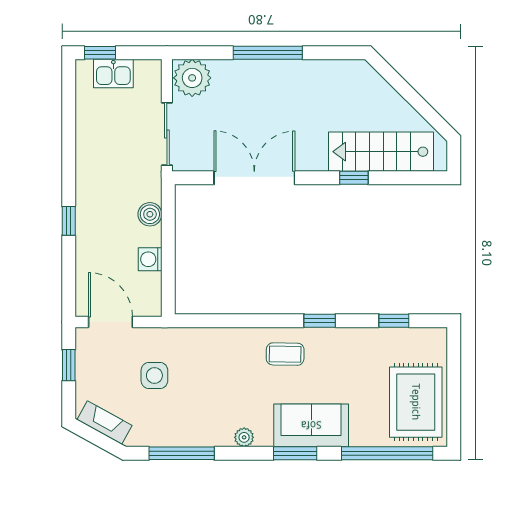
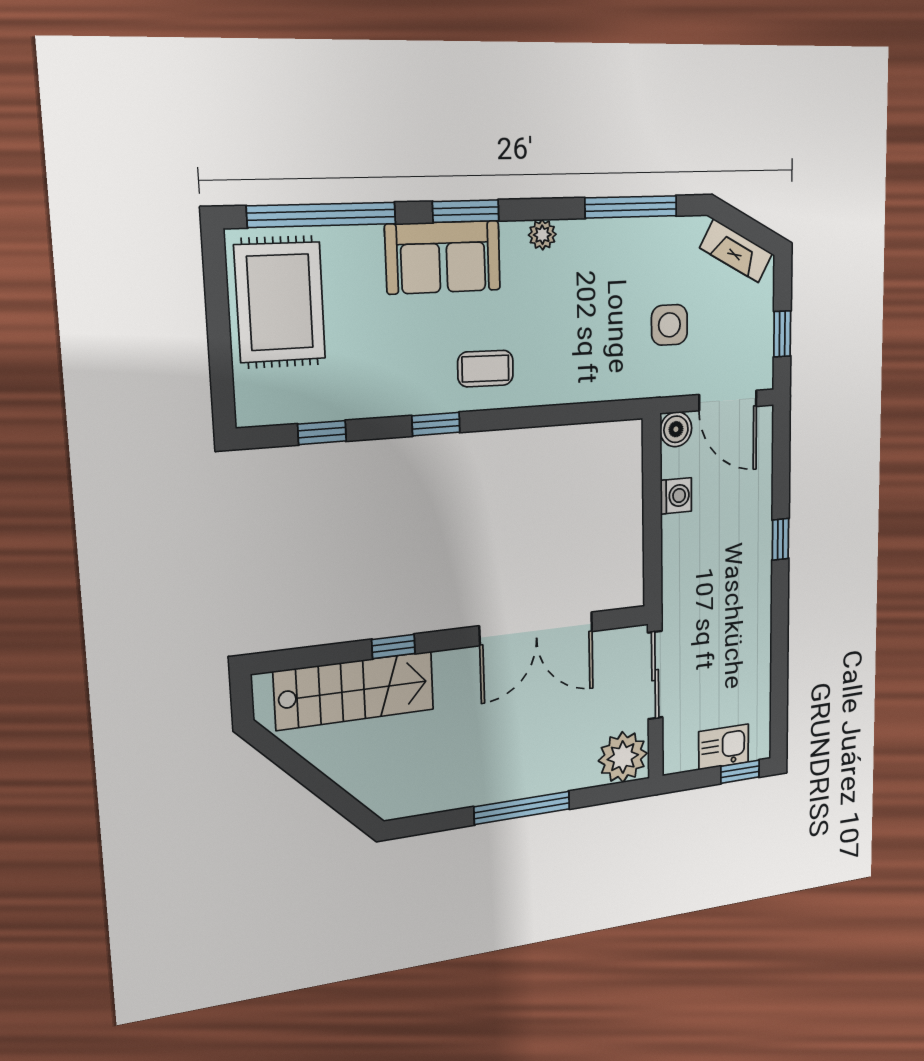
boiler: (150, 214) -> (676, 429), moved

